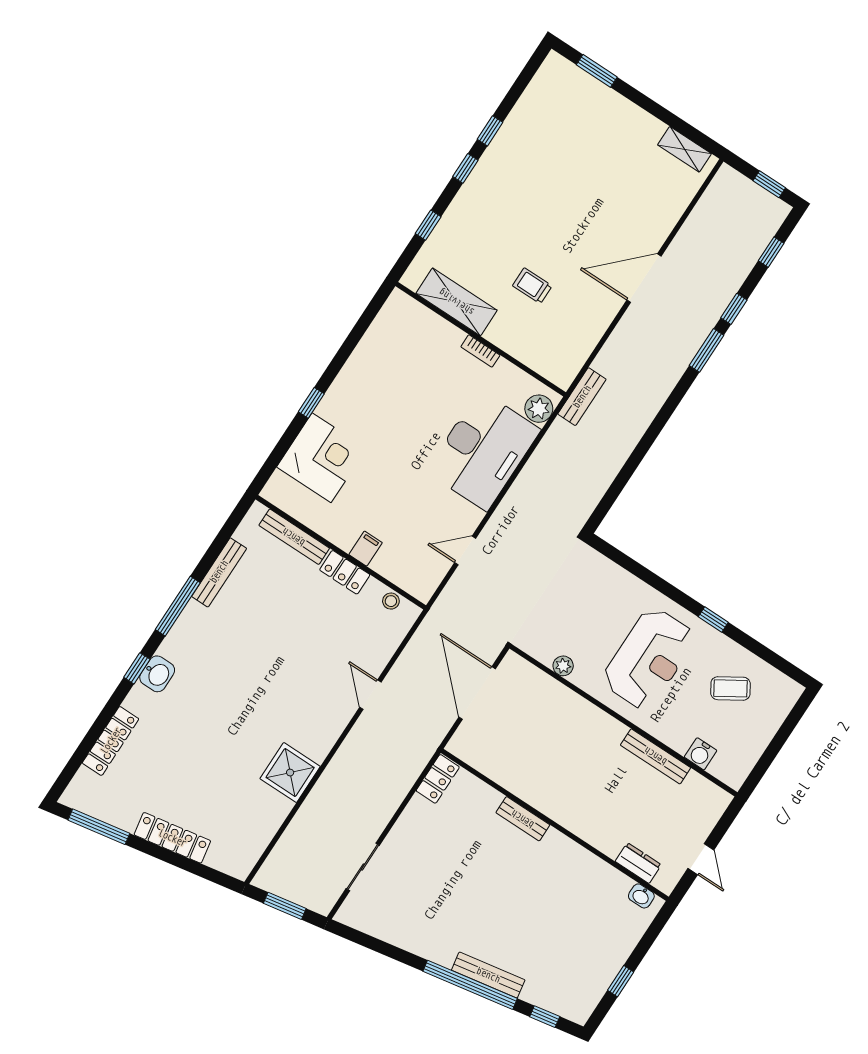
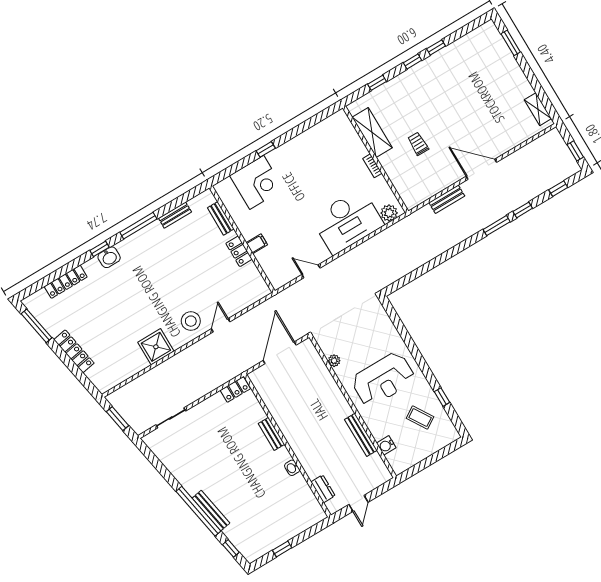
bench: (582, 397) -> (447, 199), moved
bench: (294, 537) -> (221, 218), width x0.73
bench: (219, 572) -> (175, 215), width x0.73
stool: (391, 601) -> (191, 321), moved, width x1.89, depth x1.89
window: (713, 620) -> (442, 397), moved
washbasin: (641, 896) -> (292, 468), moved

